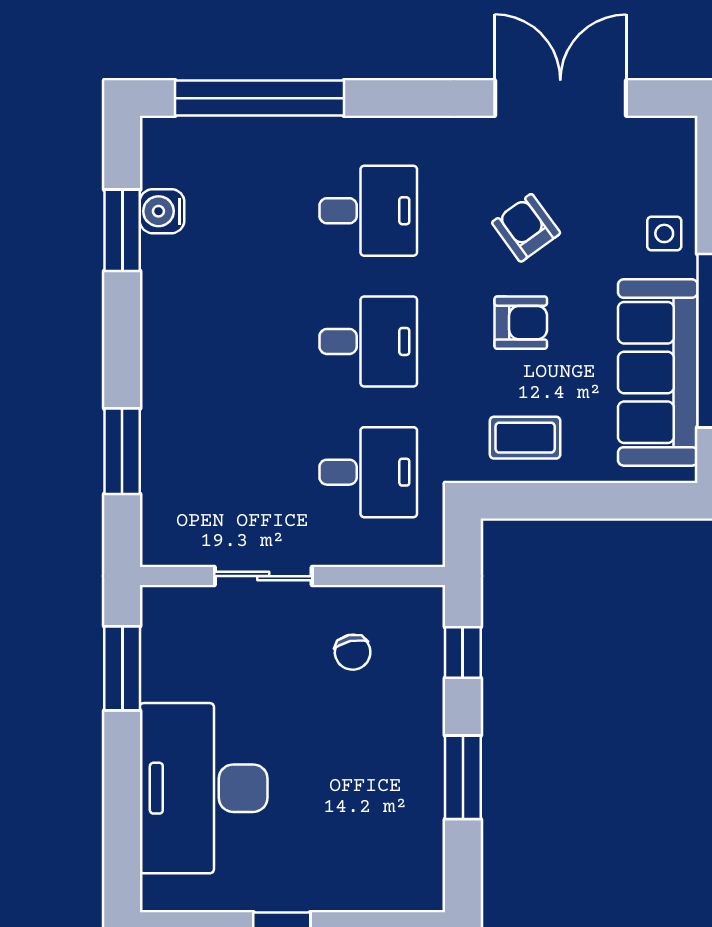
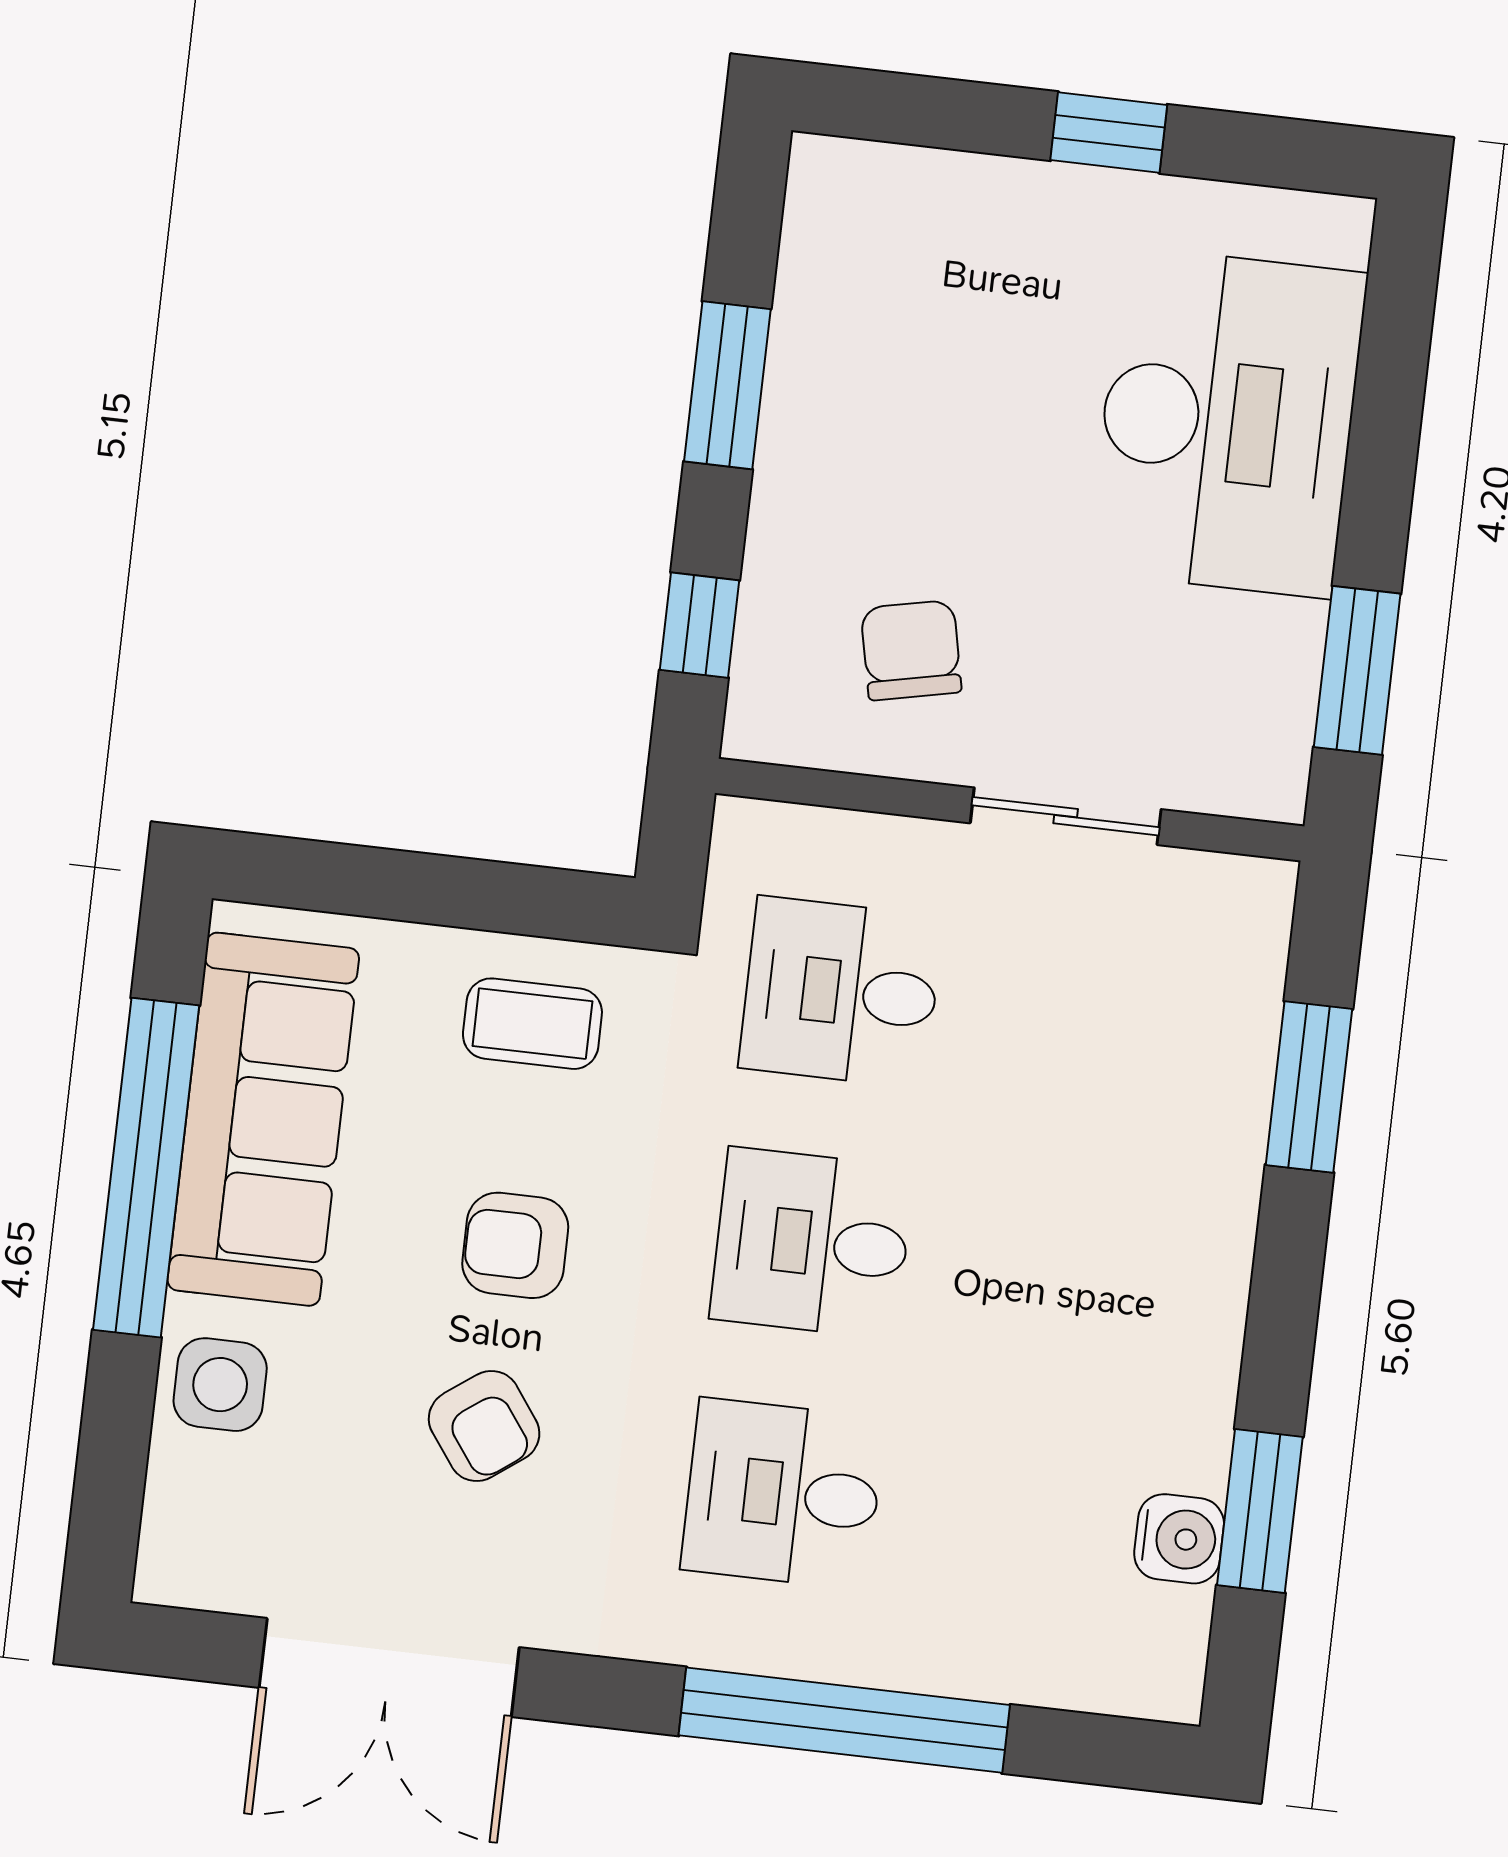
window: (260, 98) -> (844, 1720), moved
side table: (664, 233) -> (220, 1385), width x1.37, depth x1.37
chair: (353, 652) -> (911, 650), width x1.37, depth x1.37

